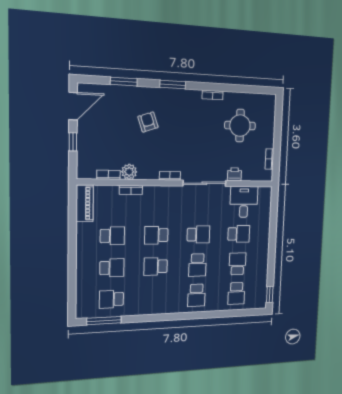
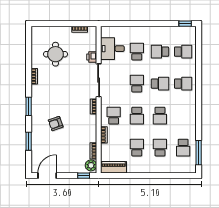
door: (73, 106) -> (47, 176), hinge flipped
window: (73, 142) -> (84, 176), moved
plant: (129, 172) -> (91, 165), moved
school desk: (157, 204) -> (114, 116), added

